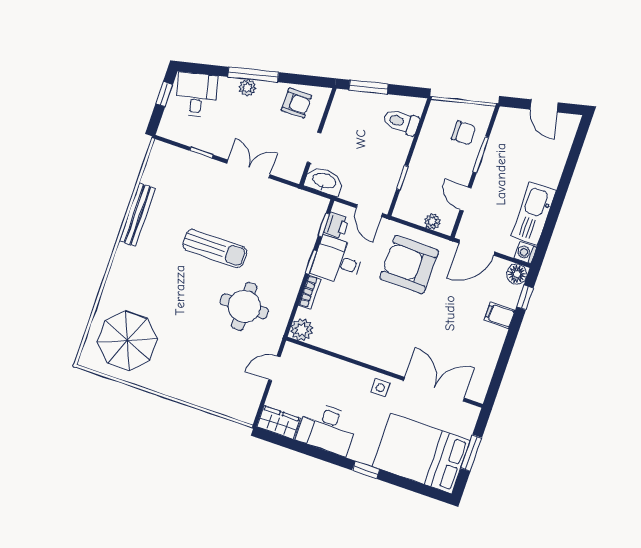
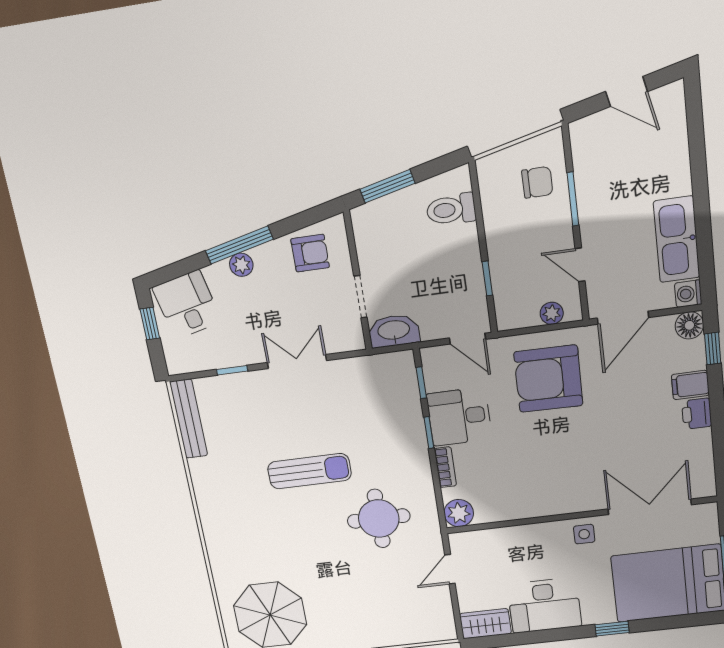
bench: (137, 215) -> (189, 419), moved
printer: (337, 225) -> (697, 414), moved, turned 180

